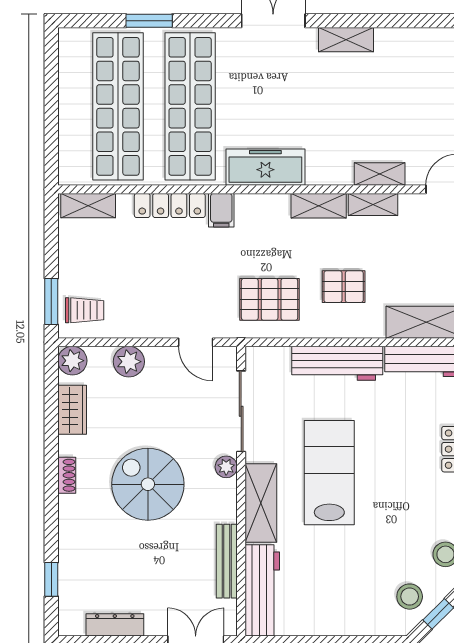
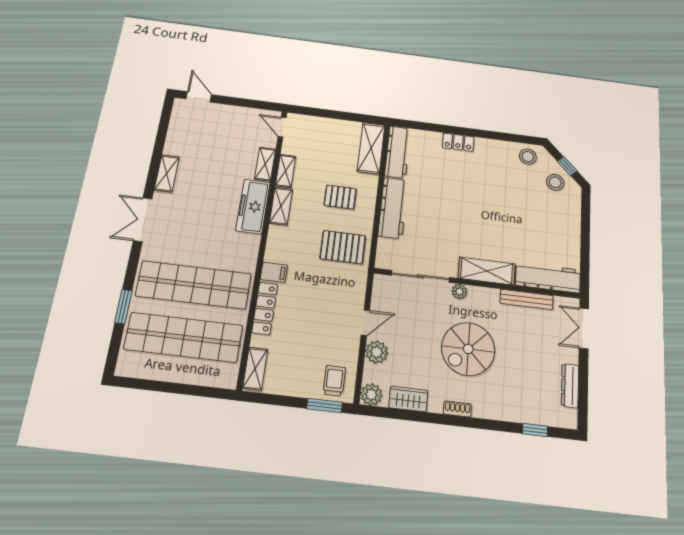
freezer: (265, 167) -> (253, 206), moved
pallet: (344, 287) -> (340, 197), turned 90
pallet: (270, 299) -> (343, 247), turned 90
door: (196, 342) -> (365, 323), moved
lab bench: (329, 473) -> (468, 223), removed

